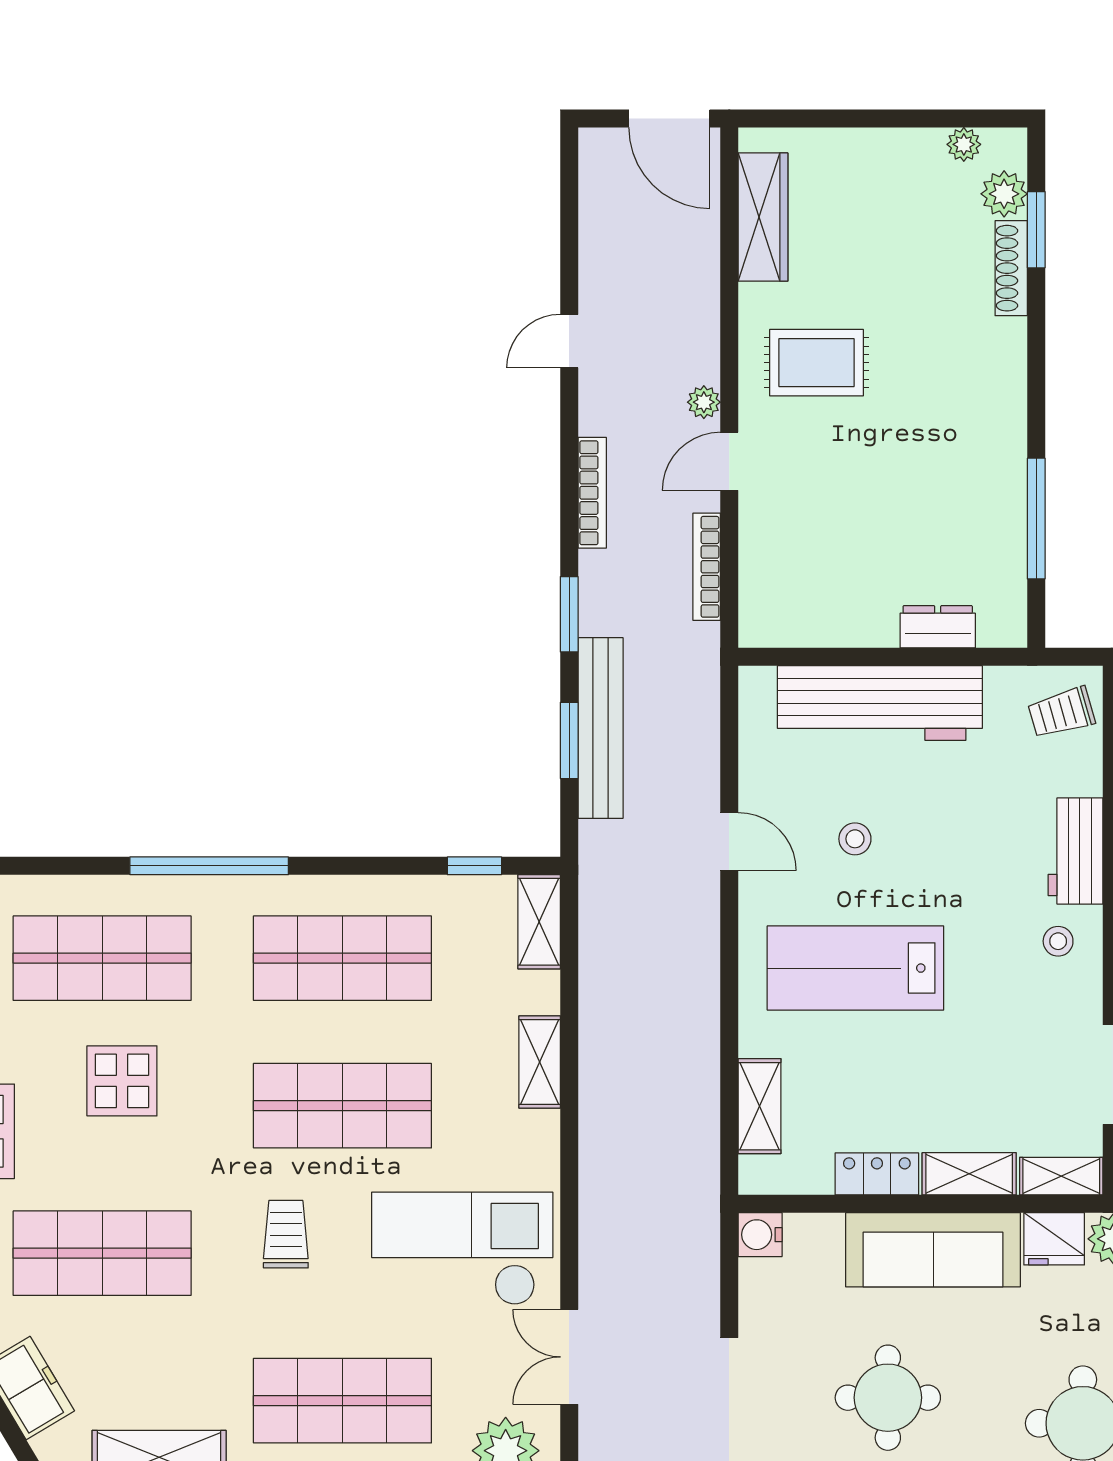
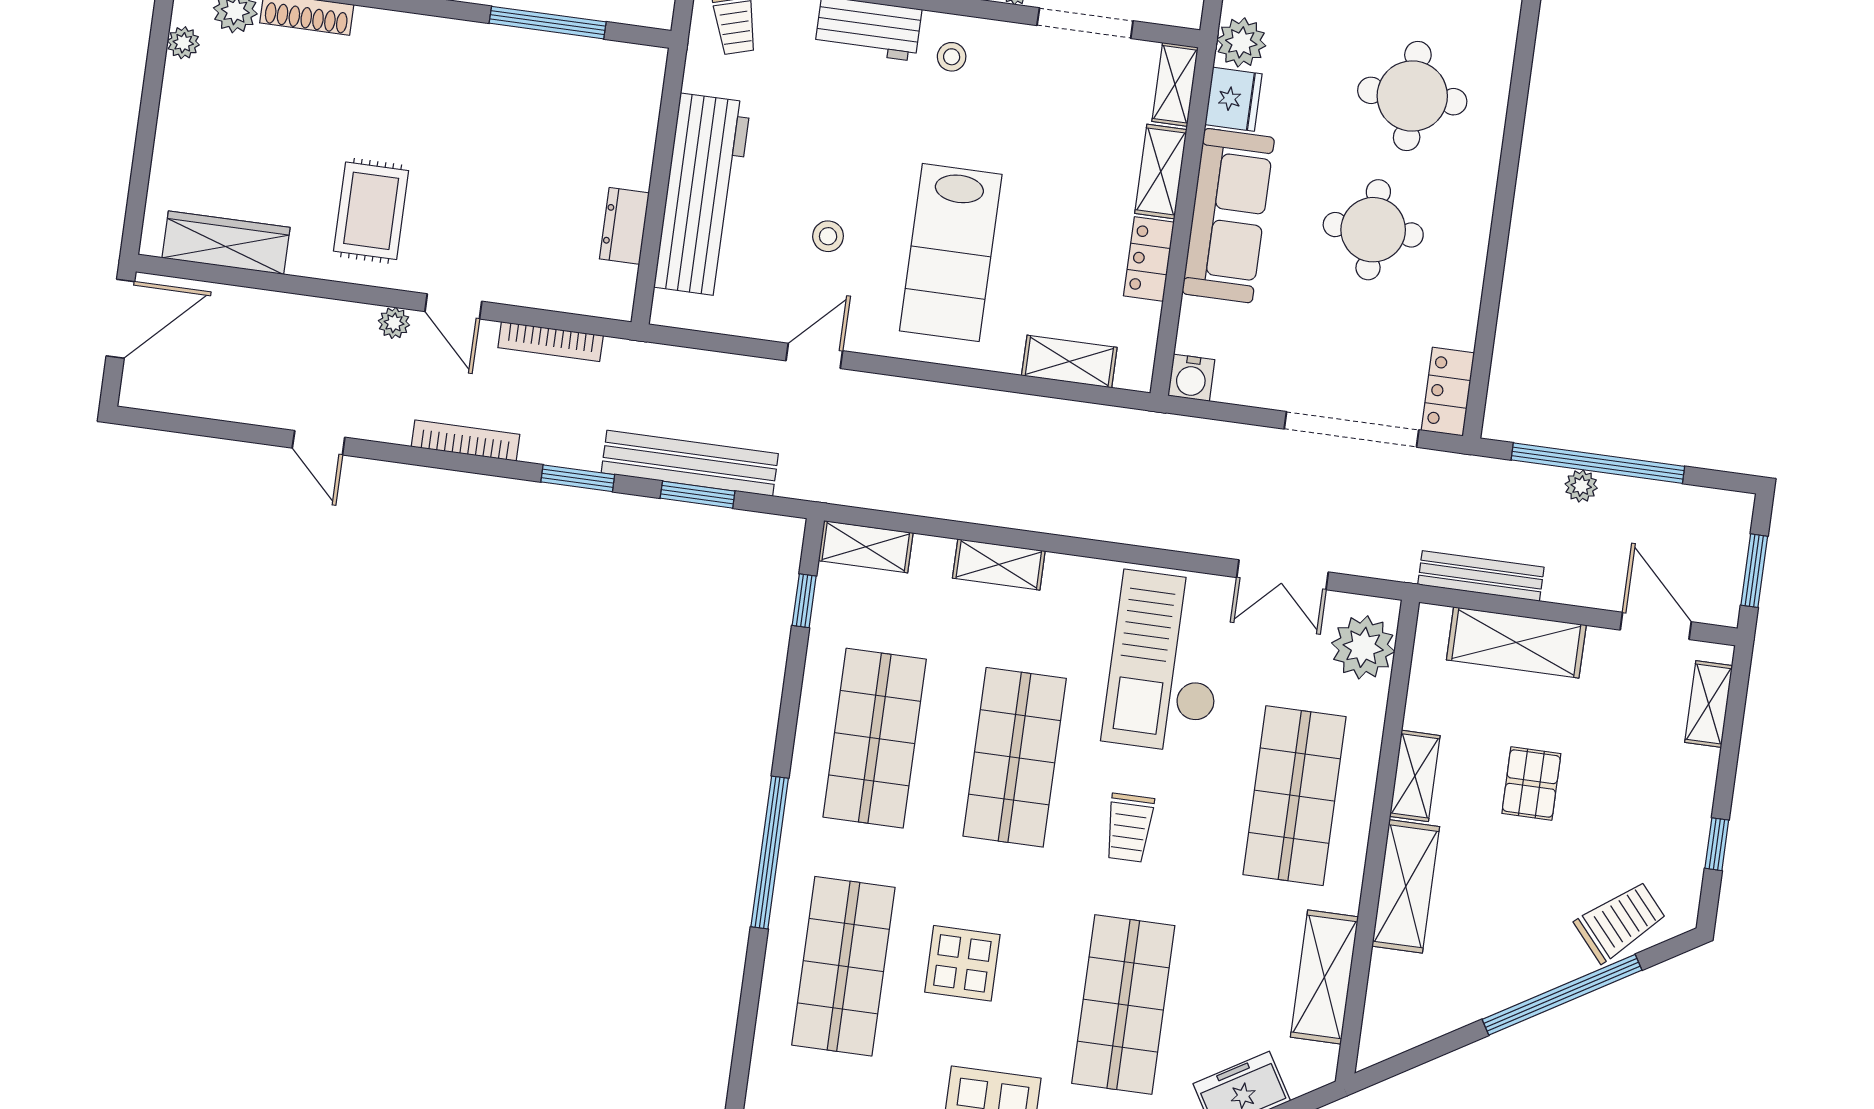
dresser: (938, 627) -> (624, 226), moved
trolley: (286, 1234) -> (1129, 828), turned -90
round table: (888, 1398) -> (1373, 230), moved

